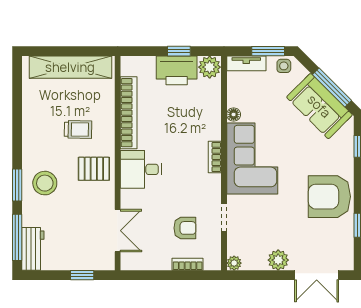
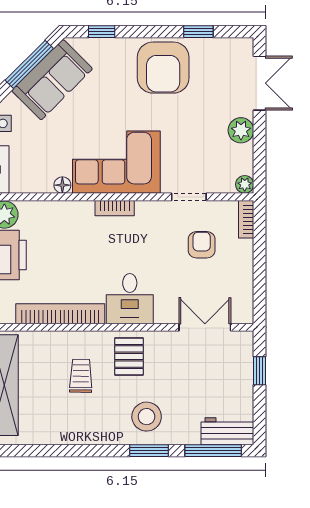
bookcase: (188, 264) -> (246, 219), moved

